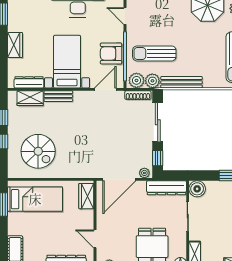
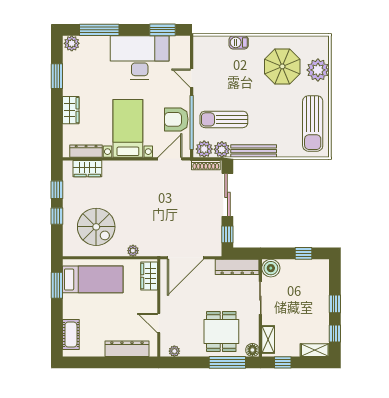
bench: (58, 96) -> (118, 166), removed
plant: (144, 173) -> (133, 251), moved

